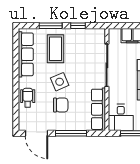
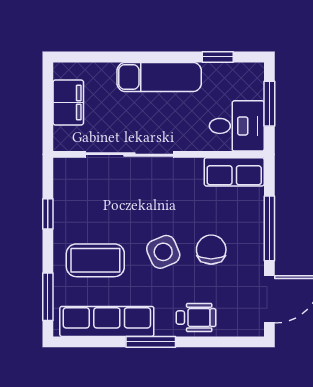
window: (51, 26) -> (48, 297), moved
window: (16, 76) -> (151, 342), added
wheelchair: (28, 98) -> (196, 318), turned 180
row of seats: (98, 109) -> (234, 172), width x0.68

